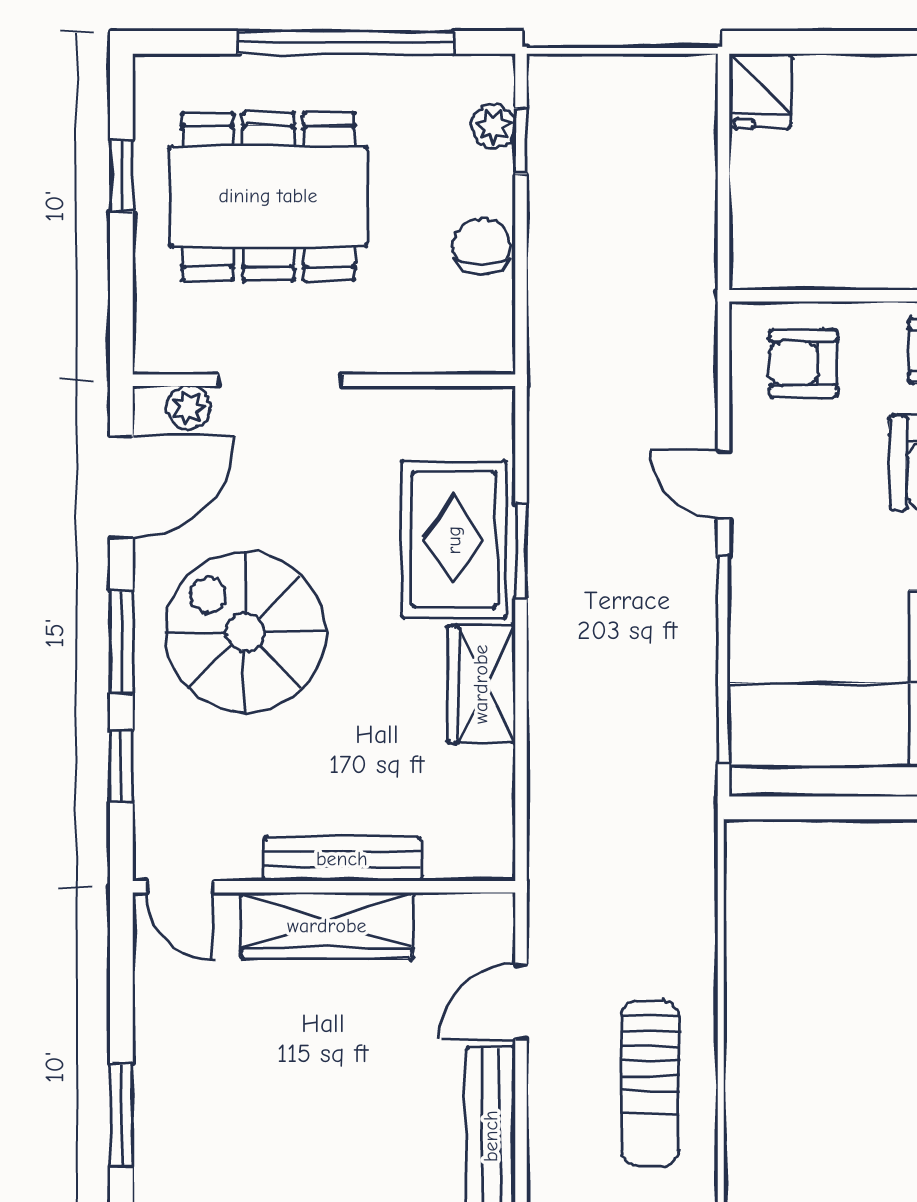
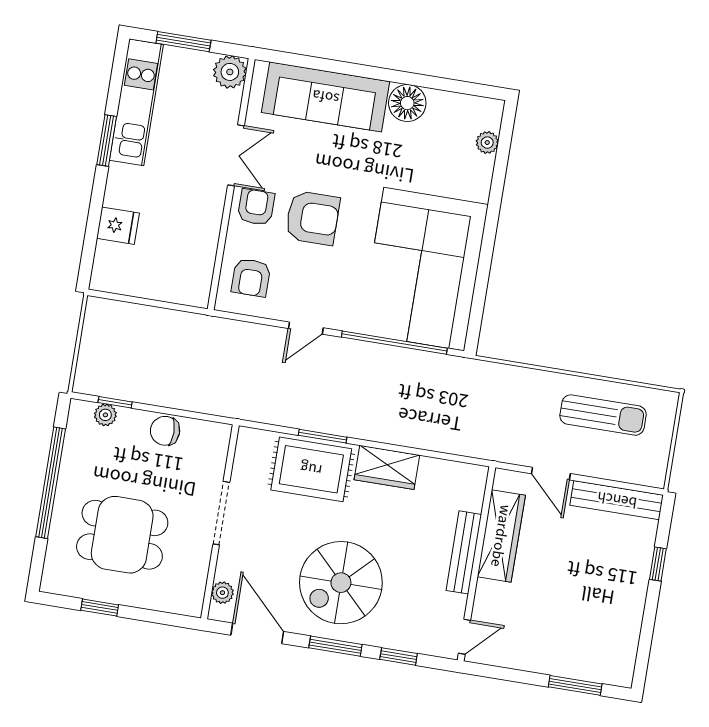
fridge: (760, 91) -> (118, 226), moved
dining table: (268, 196) -> (122, 535), width x0.73
doorway: (280, 380) -> (221, 513), moved
wardrobe: (327, 926) -> (501, 536), moved

